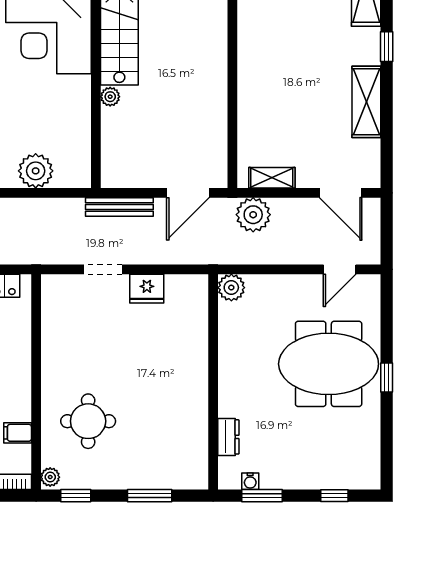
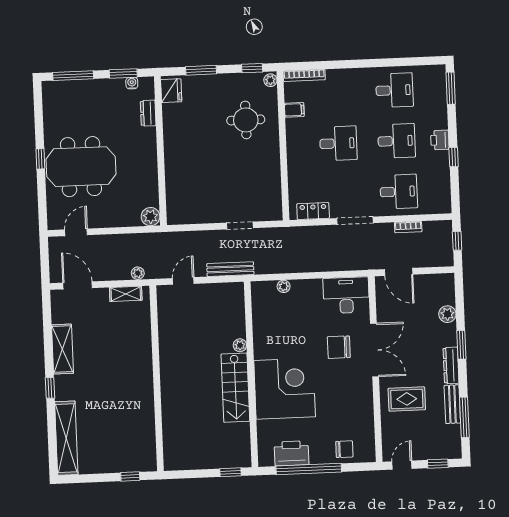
plant: (36, 171) -> (284, 286), width x0.53, depth x0.53
door: (188, 193) -> (183, 281), width x0.73
plant: (253, 215) -> (138, 273), width x0.53, depth x0.53
fridge: (147, 289) -> (171, 91), moved, turned 90
window: (334, 496) -> (73, 76), width x2.17

